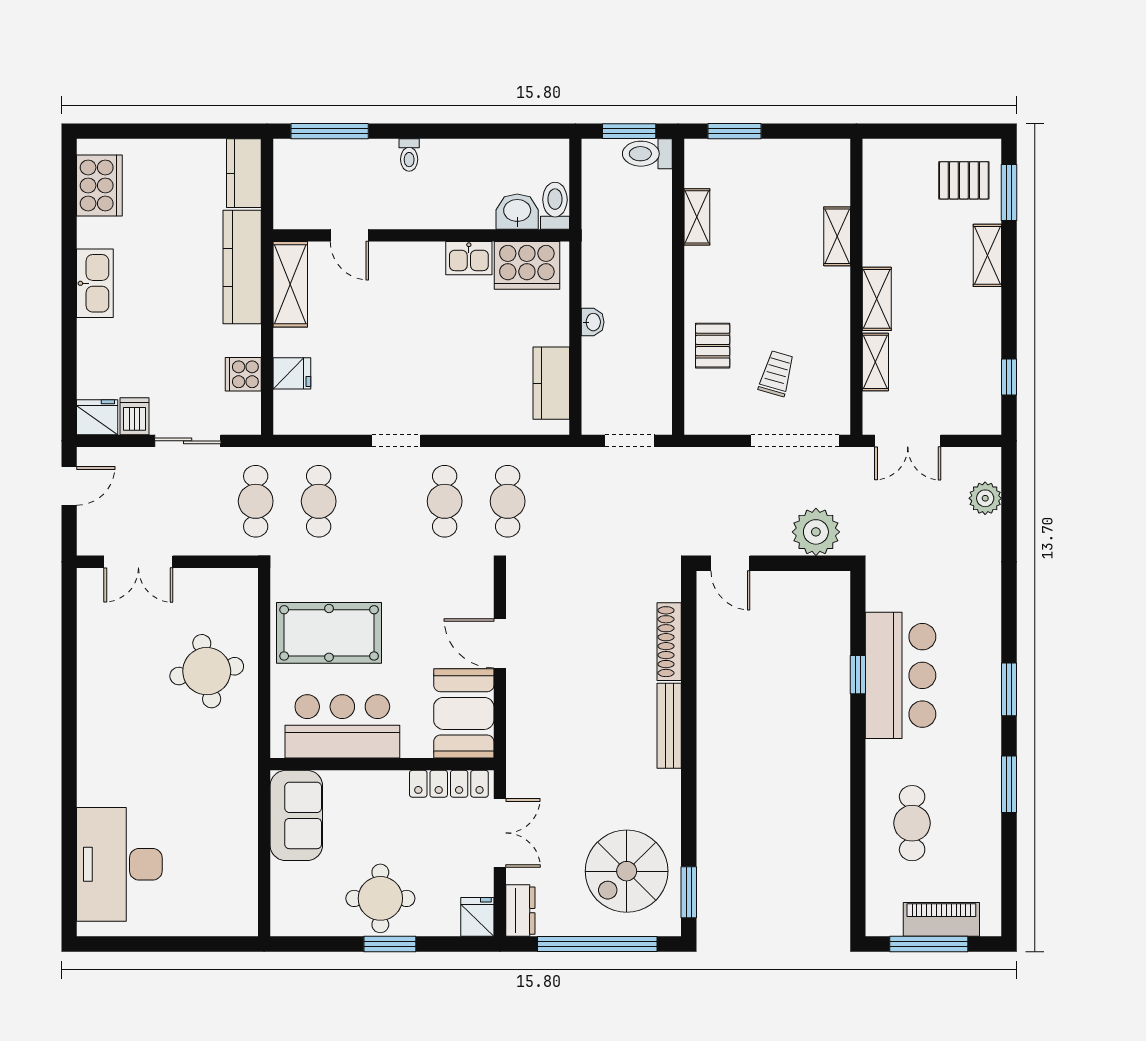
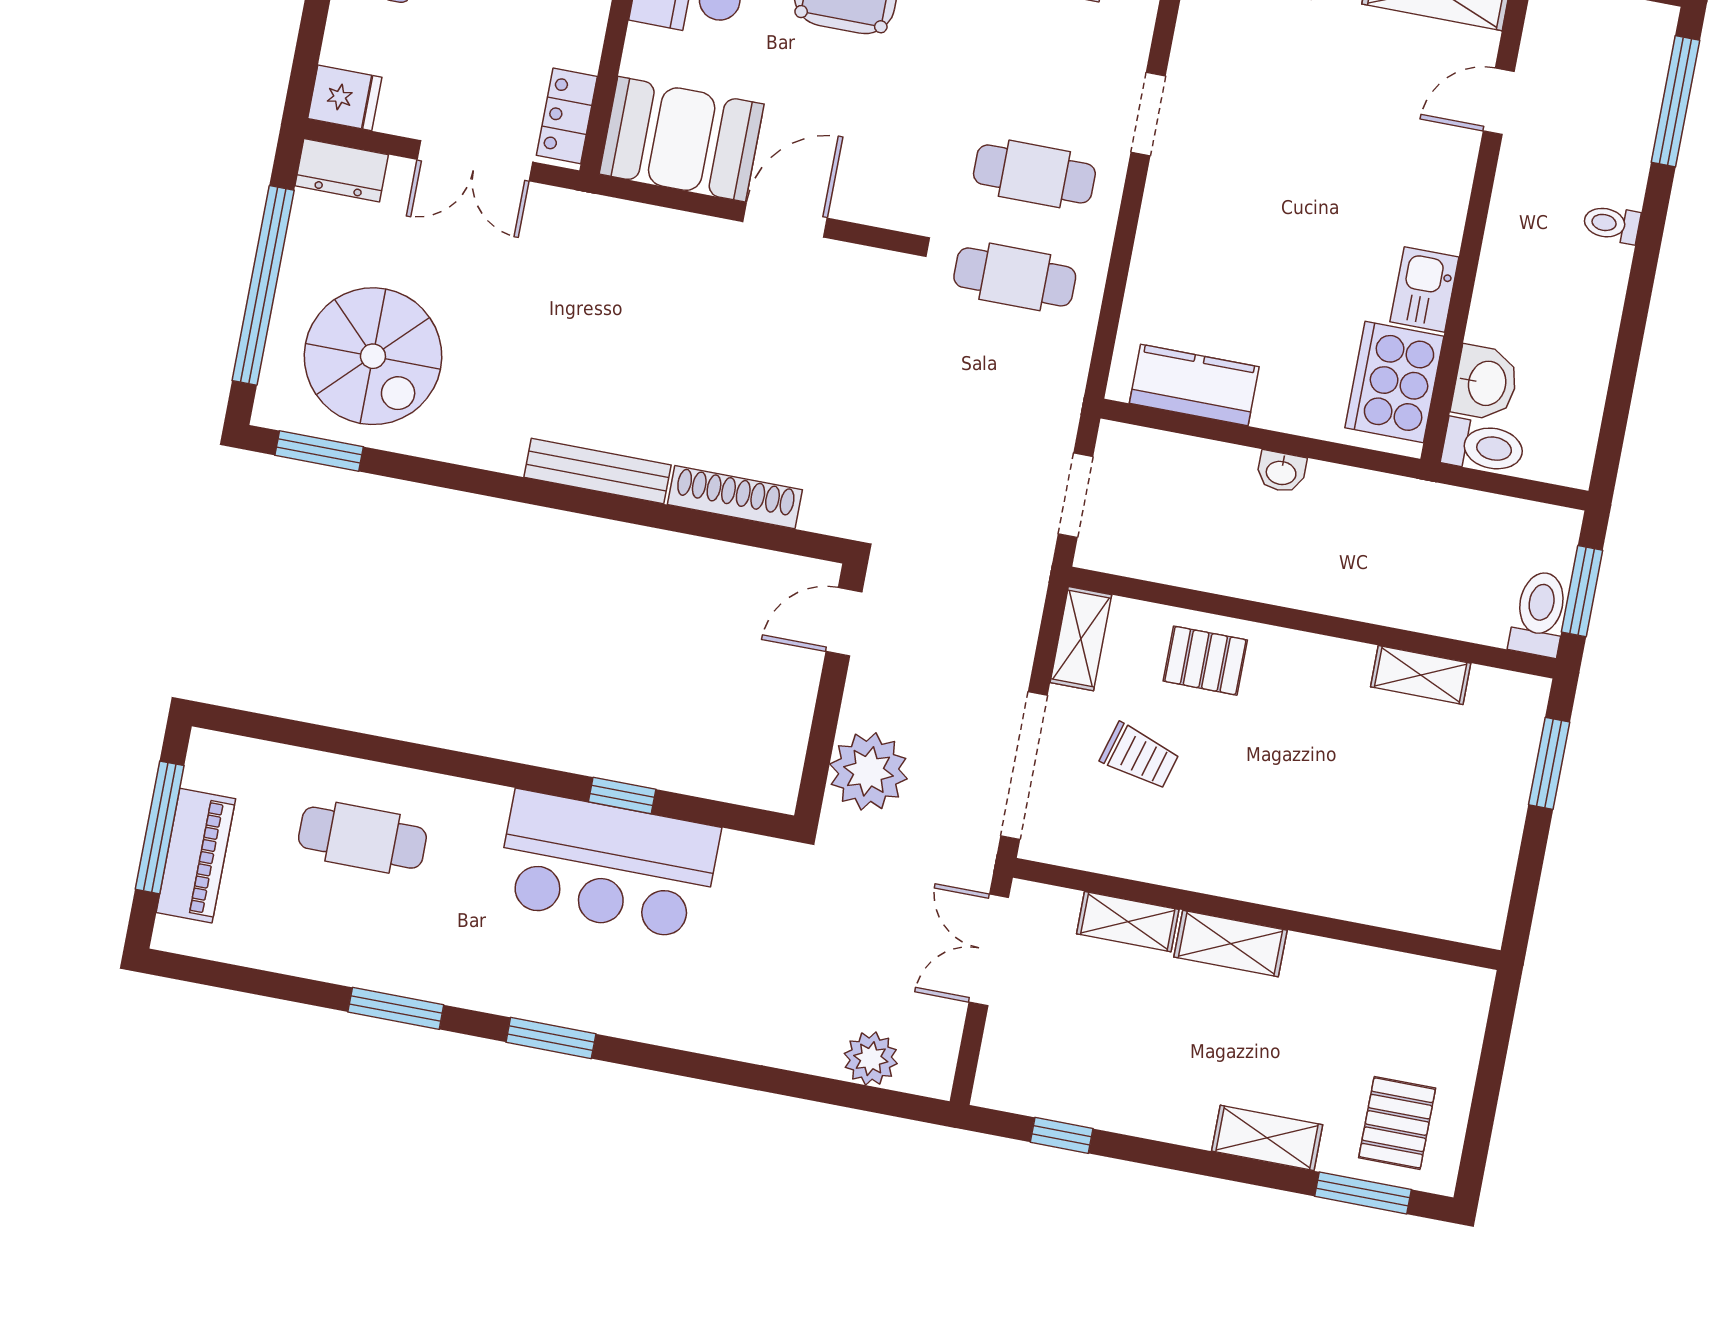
shelving: (837, 236) -> (1081, 639), moved, turned 90
locker: (449, 784) -> (567, 116), width x0.66
spiral stairs: (627, 871) -> (373, 356), turned 180

